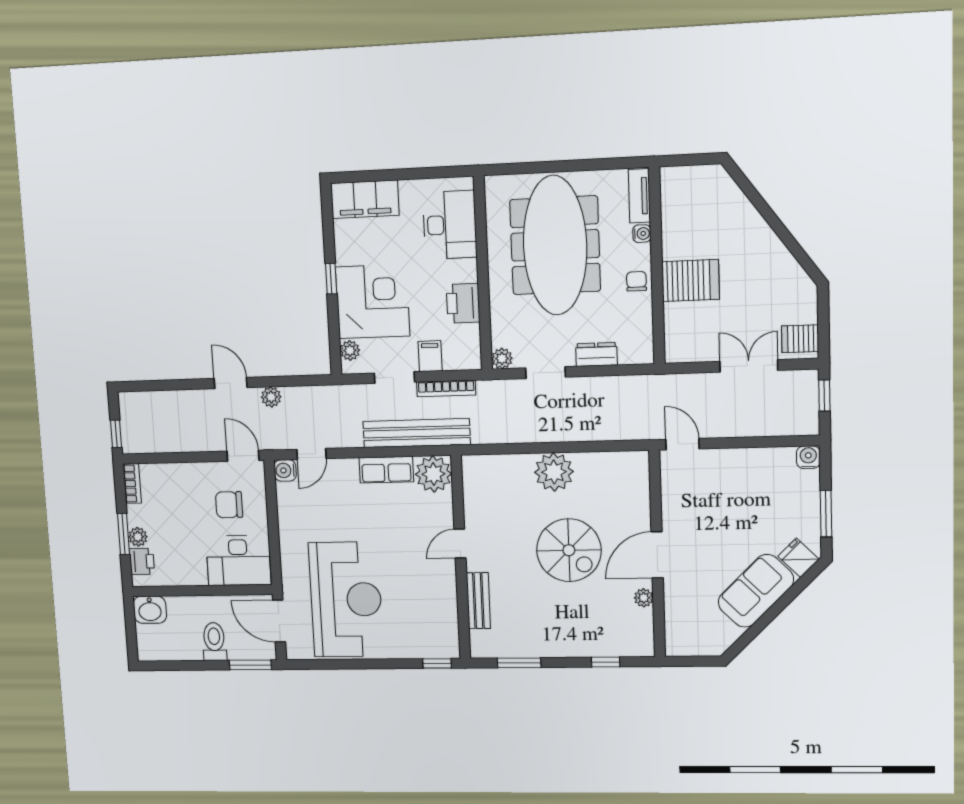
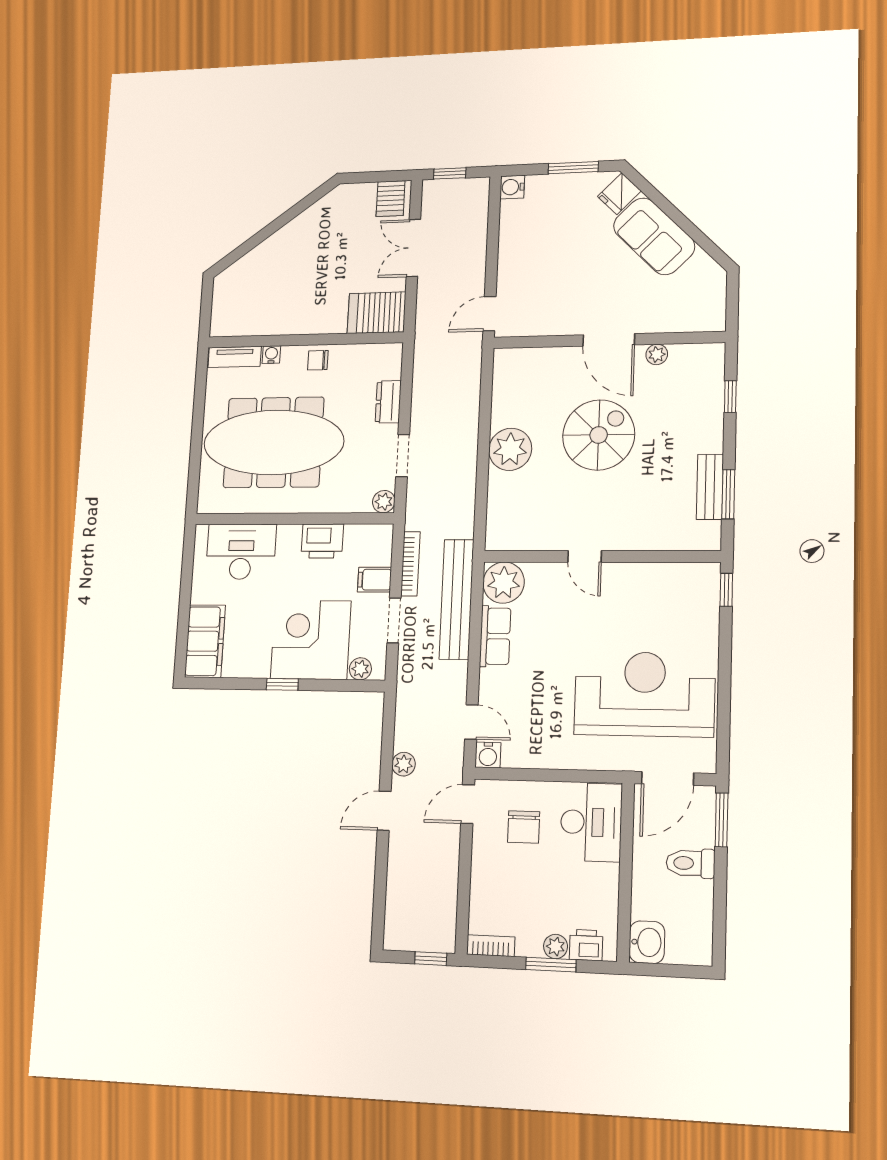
server rack: (691, 281) -> (377, 313), moved, turned -90
bench: (478, 601) -> (710, 487), moved, turned 90

